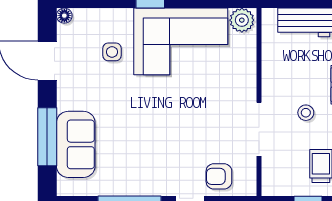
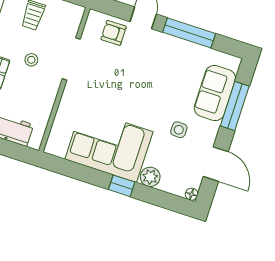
plant: (242, 20) -> (150, 177), moved
side table: (112, 52) -> (179, 130), moved
armchair: (219, 176) -> (114, 33), turned 180

